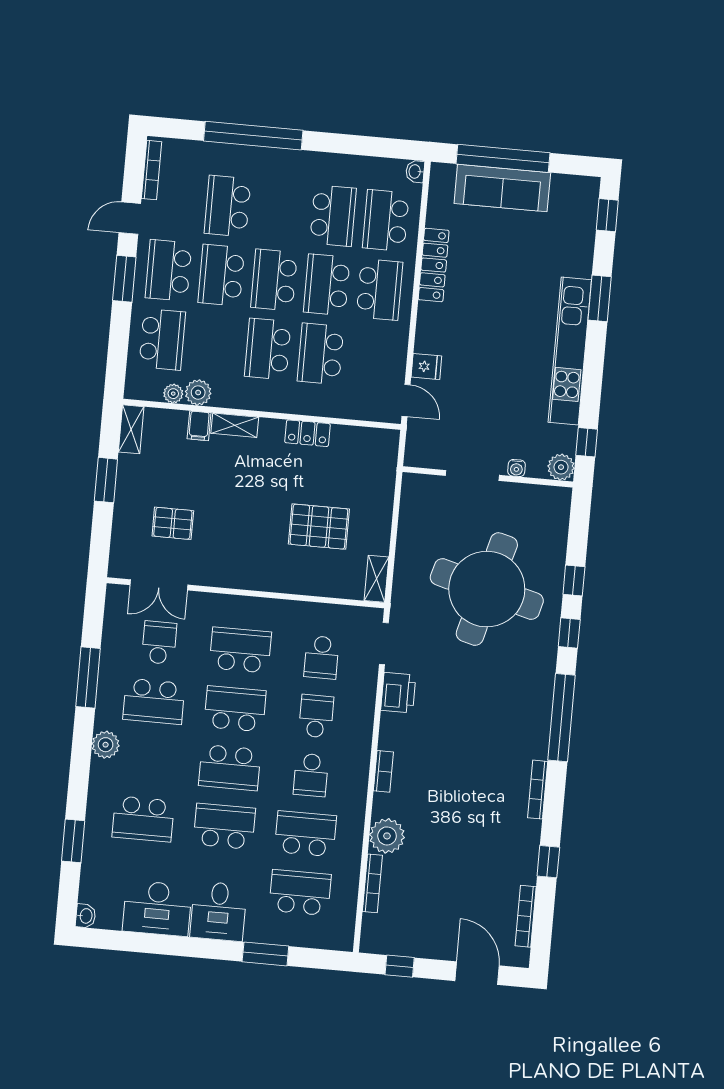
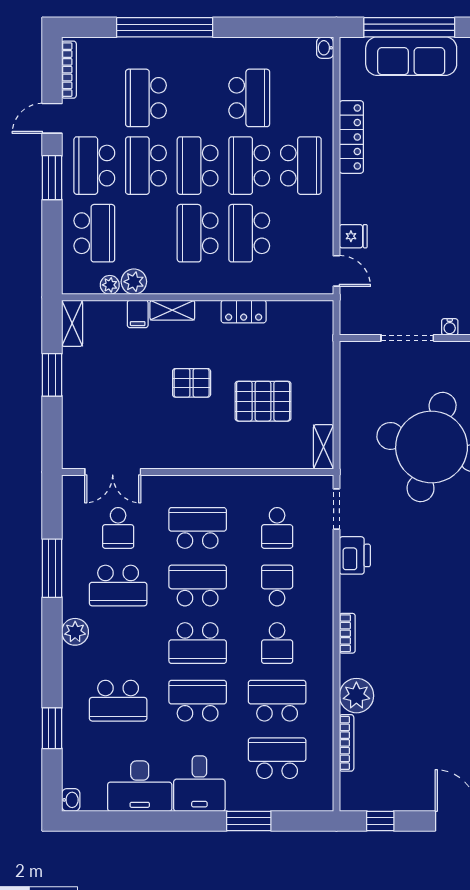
school desk: (386, 220) -> (301, 98), removed
pallet: (173, 523) -> (192, 383), moved
school desk: (159, 643) -> (118, 528), turned 180

